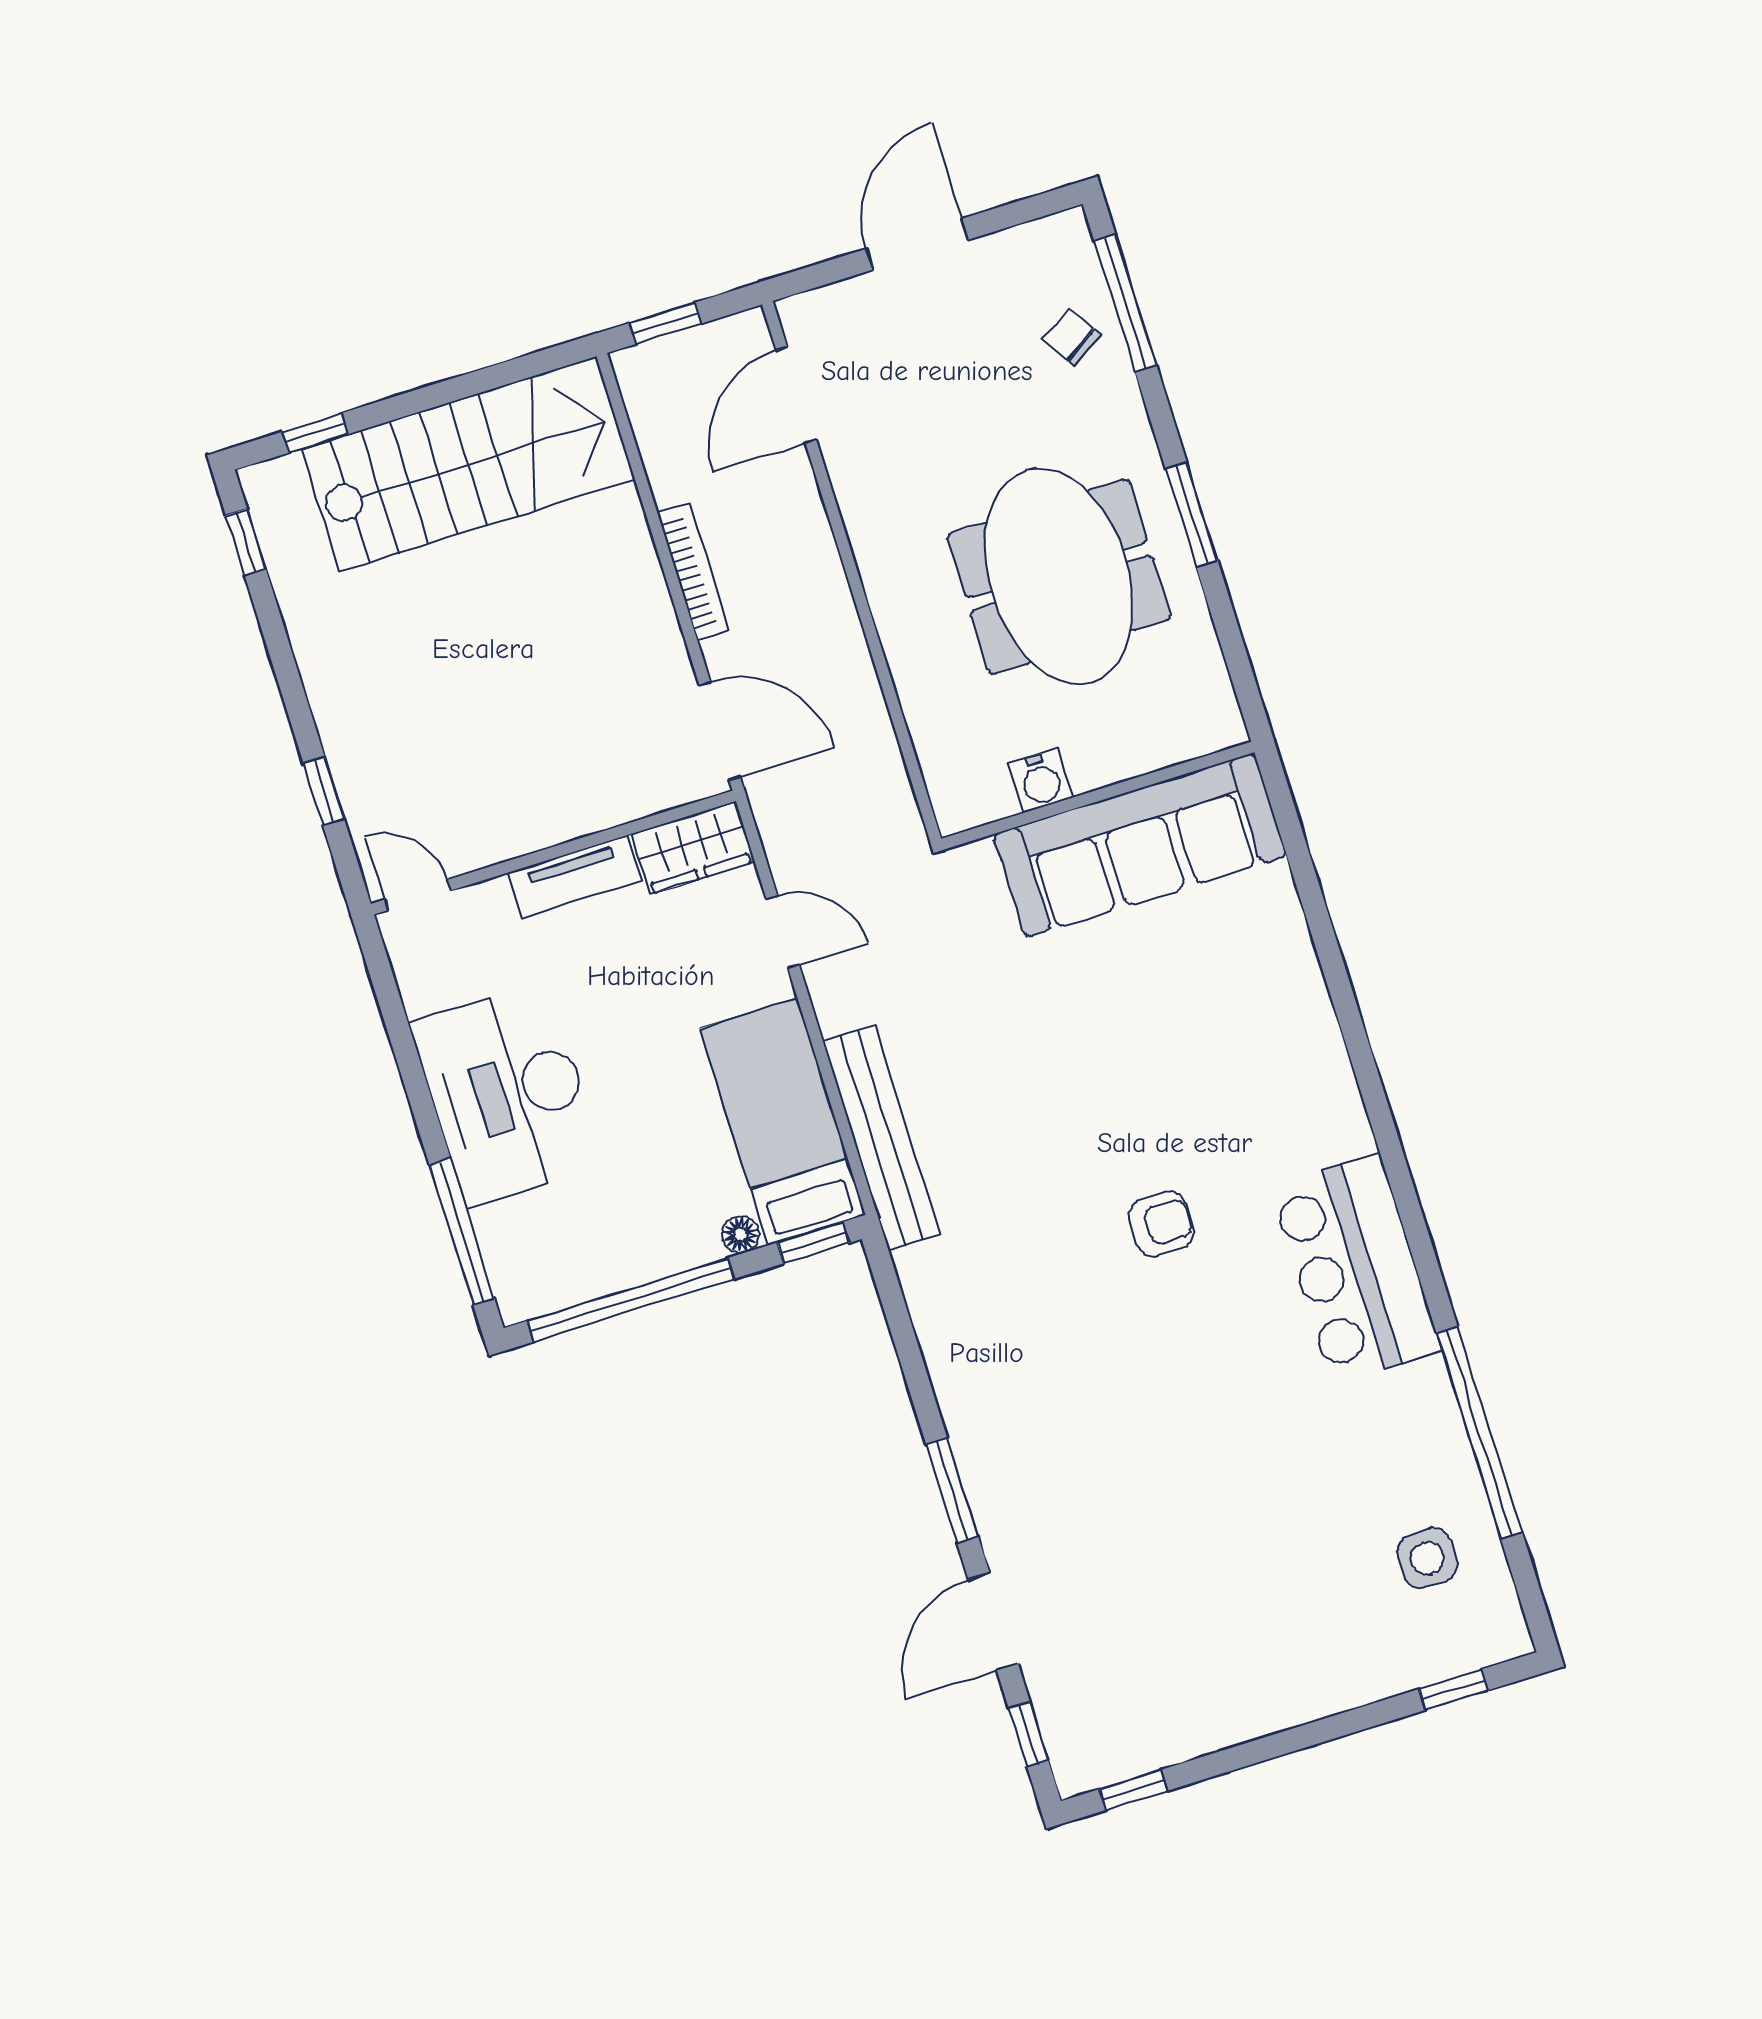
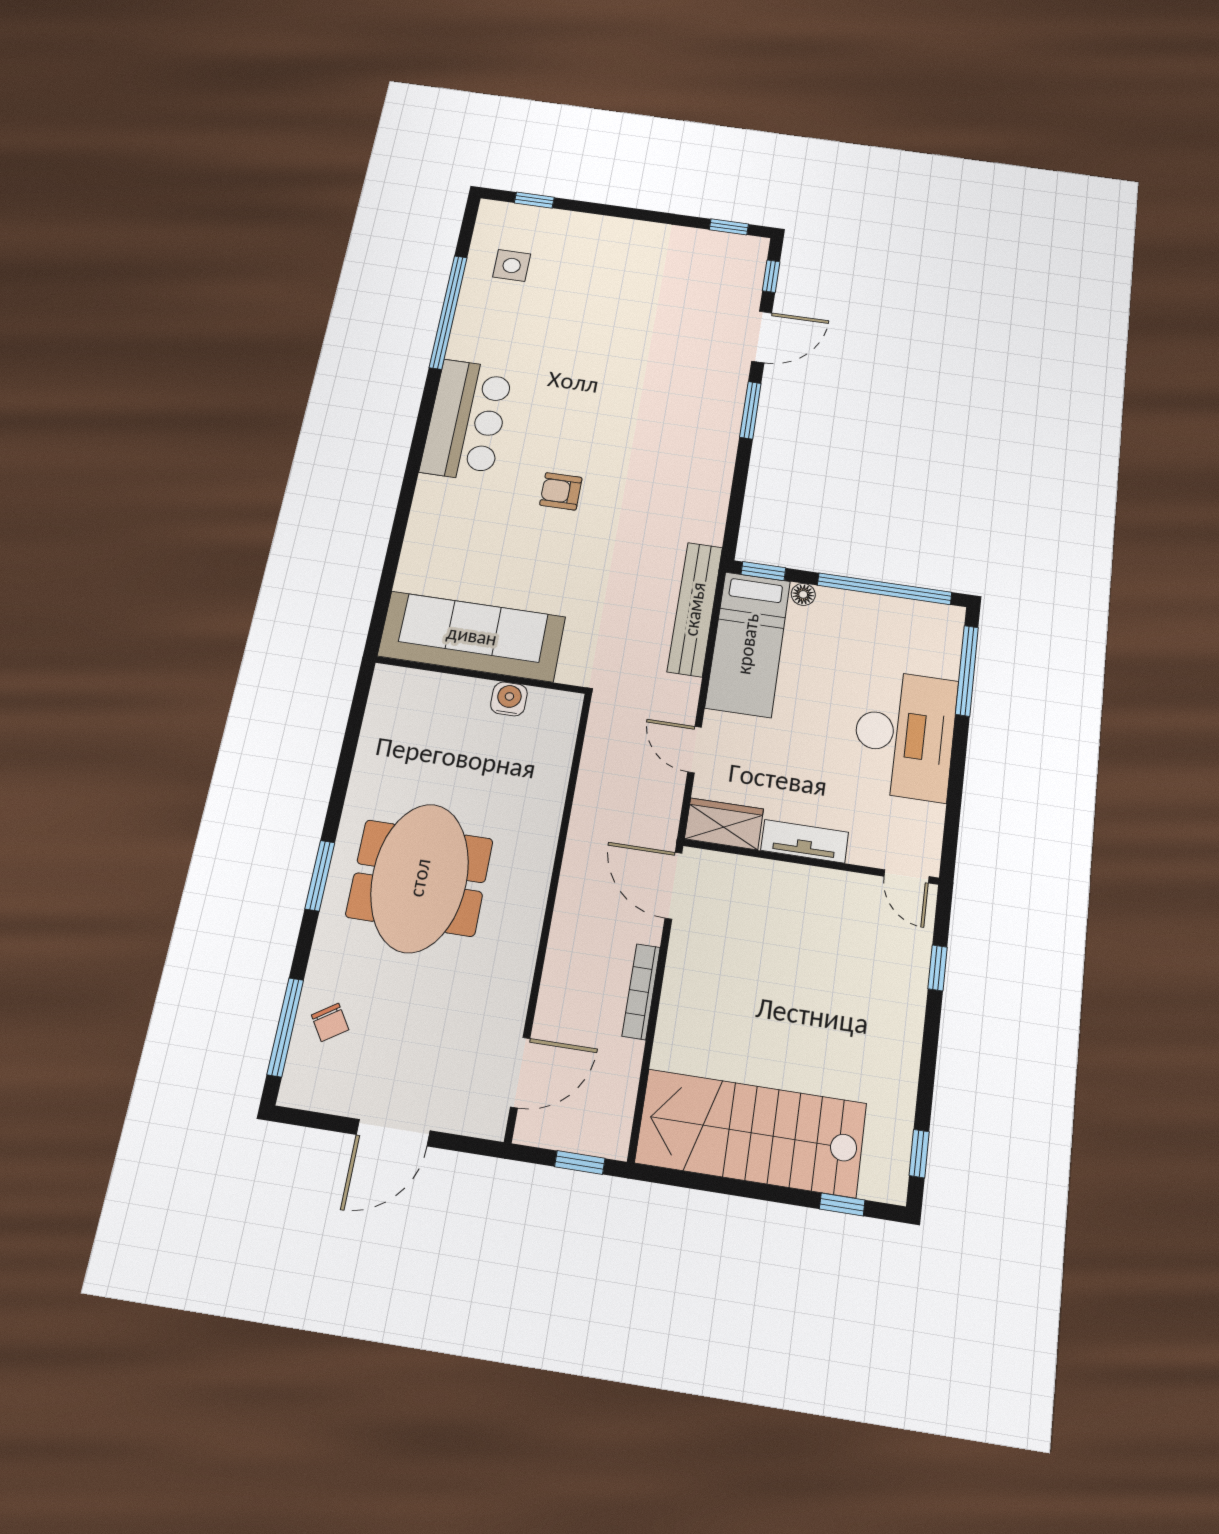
water cooler: (1041, 781) -> (509, 699), moved
wall: (1098, 796) -> (480, 675), moved
sofa: (1140, 845) -> (472, 636), moved

